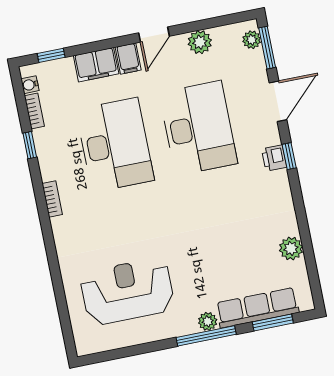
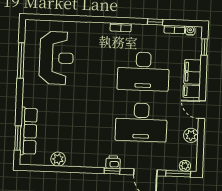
plant: (208, 321) -> (28, 100), removed
window: (206, 336) -> (21, 61), moved

